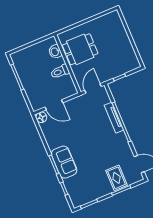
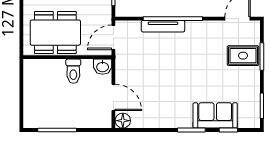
dining table: (80, 49) -> (55, 33), width x1.38
washbasin: (55, 52) -> (103, 67), moved
door: (93, 88) -> (113, 37), hinge flipped
door: (54, 105) -> (113, 97), hinge flipped
sofa: (64, 162) -> (215, 115), moved

